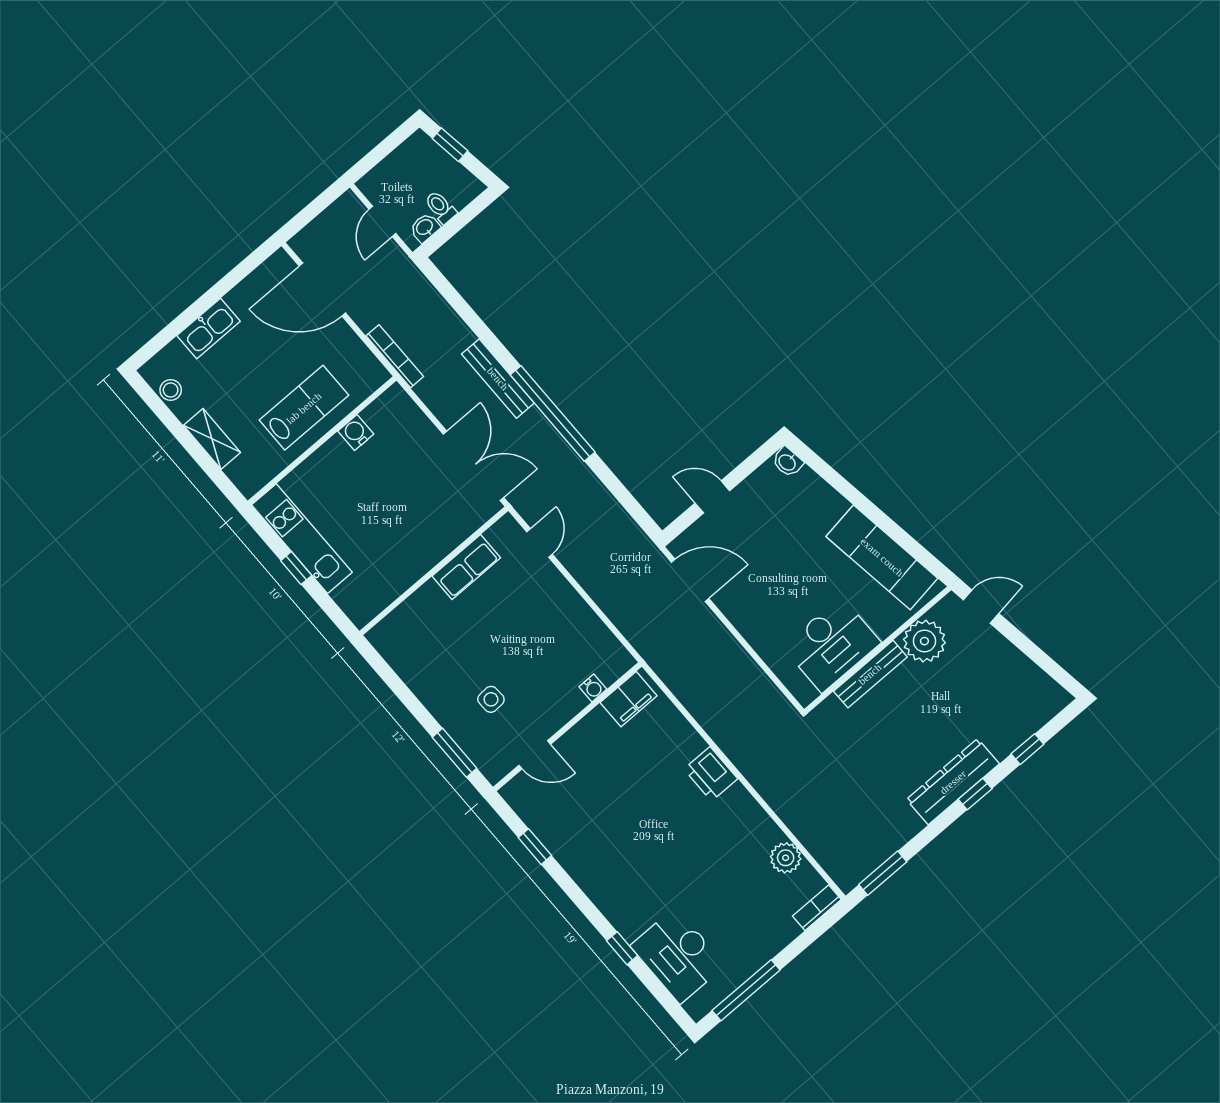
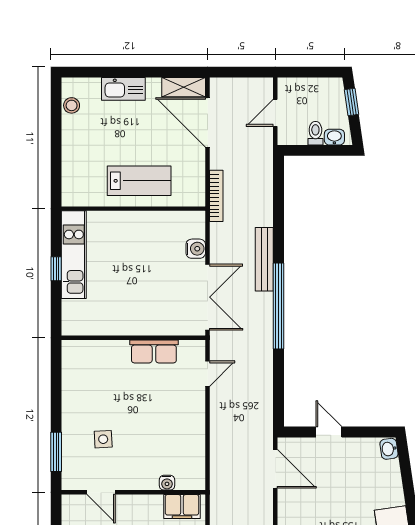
washbasin: (425, 228) -> (334, 137), moved
water cooler: (356, 433) -> (196, 249), moved, turned 90
shelving: (212, 439) -> (184, 87), moved, turned 90

